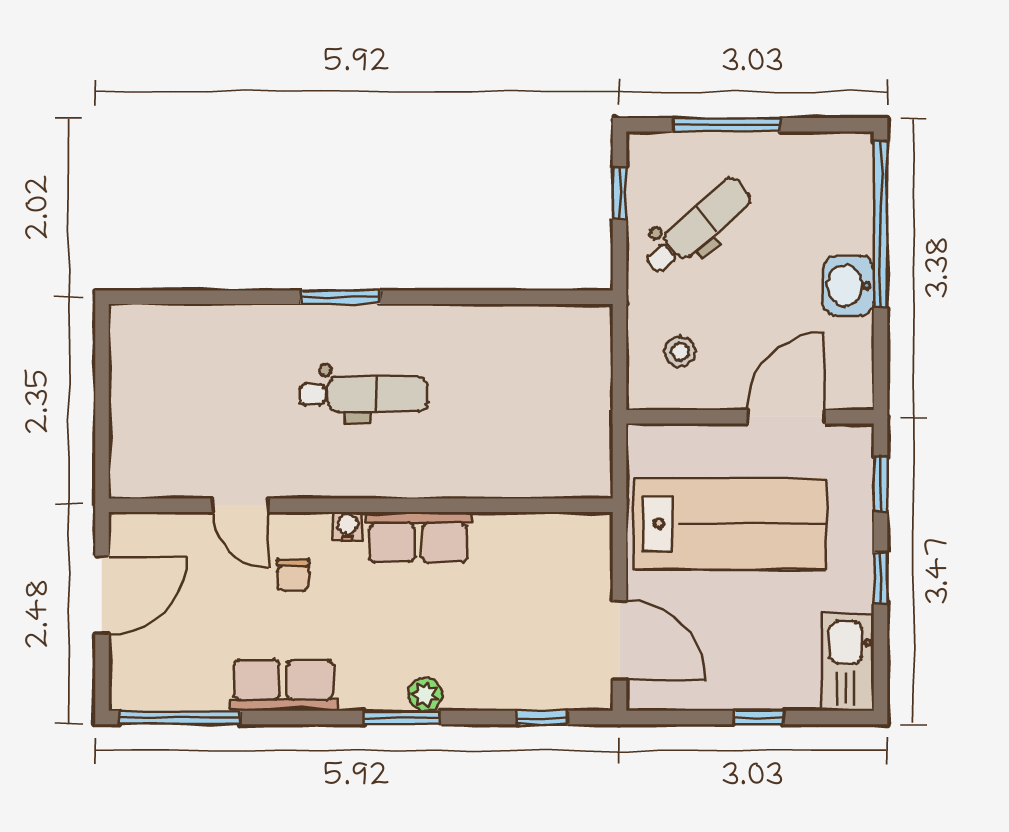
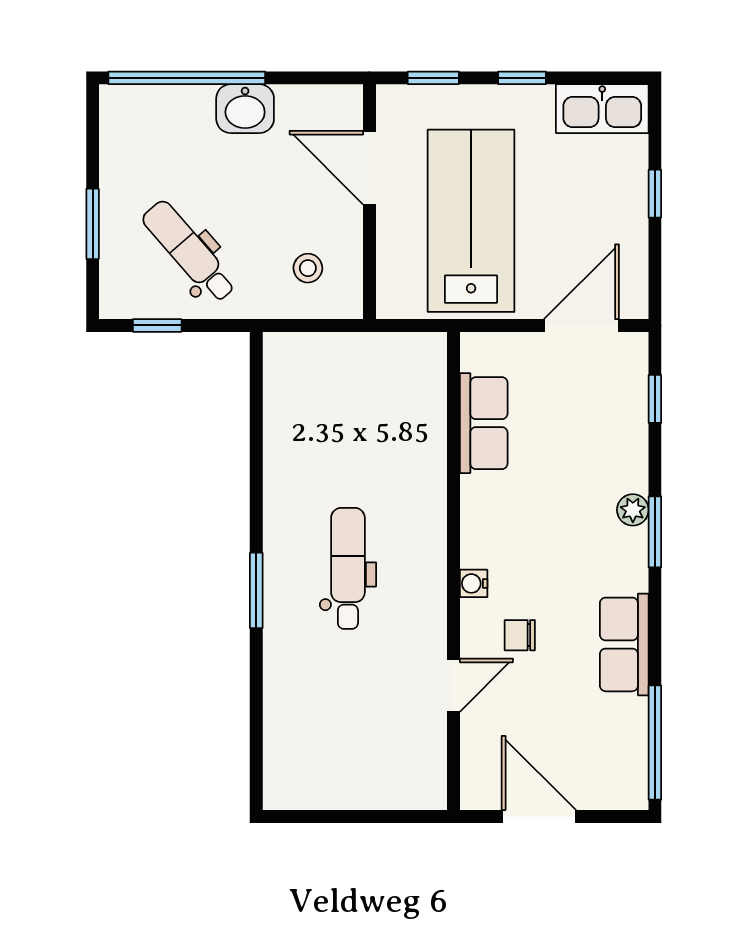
window: (727, 125) -> (93, 224), width x0.69
row of seats: (418, 537) -> (484, 423), moved
chair: (293, 575) -> (520, 635), turned 180

